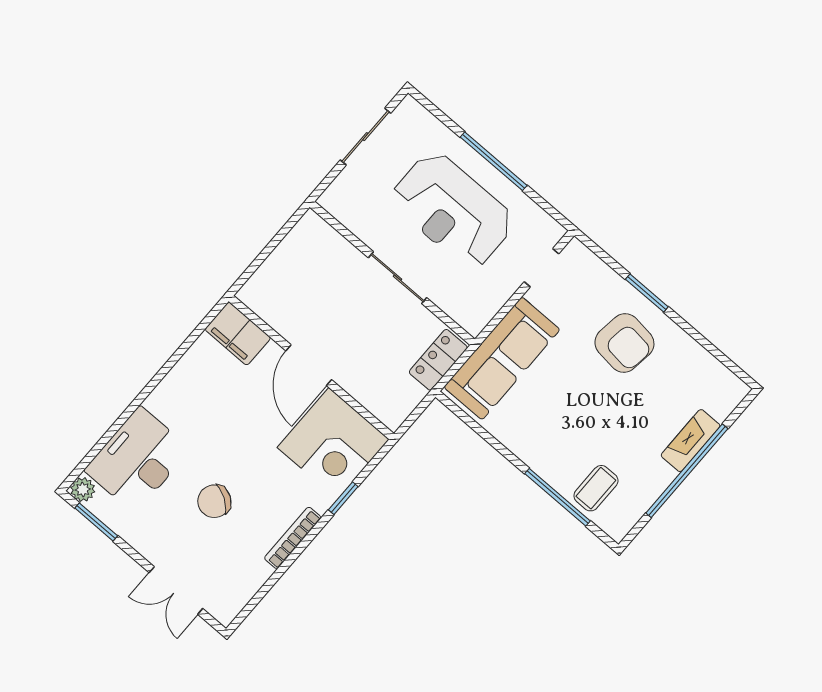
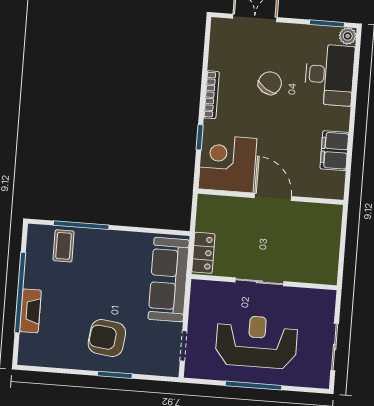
filing cabinet: (238, 334) -> (334, 151), moved, turned -90

